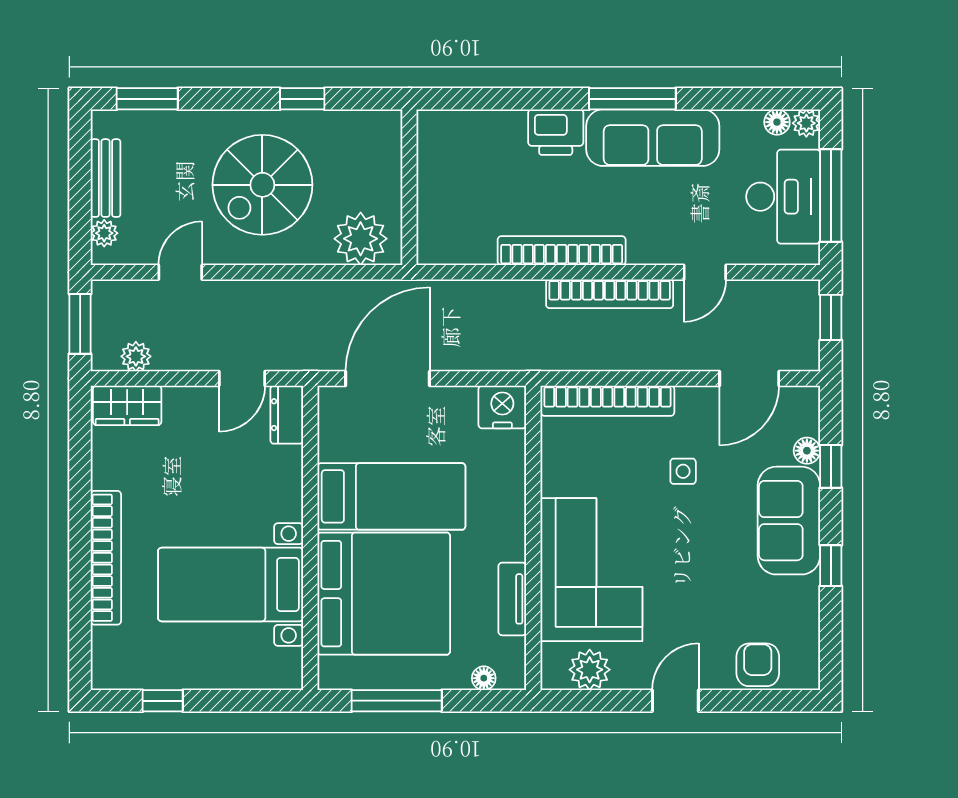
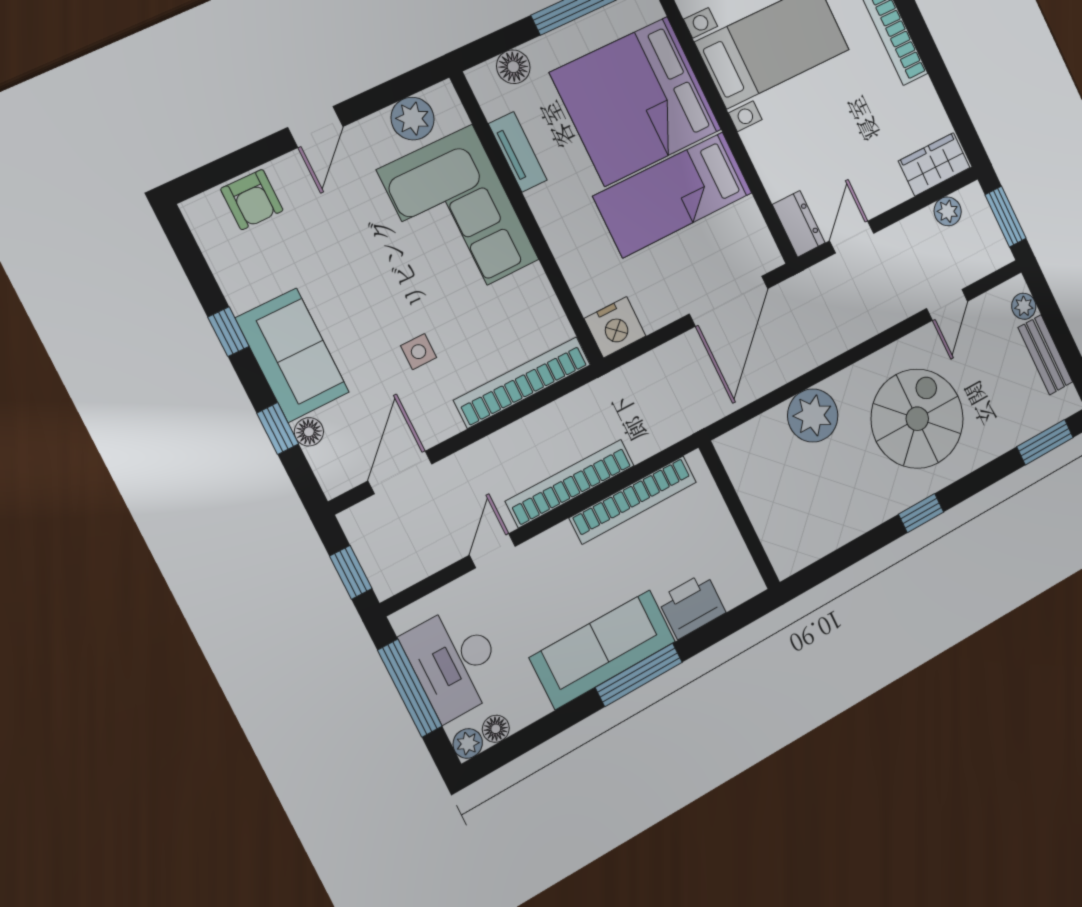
wall: (409, 187) -> (739, 515), moved
floor lamp: (484, 678) -> (513, 67), width x1.37, depth x1.37

